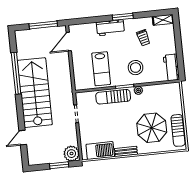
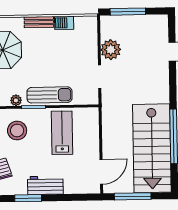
stairs: (35, 93) -> (152, 148), moved
barbecue: (100, 151) -> (64, 23), width x0.53, depth x0.65
plant: (71, 154) -> (111, 50), moved
window: (59, 165) -> (128, 12), width x1.44

